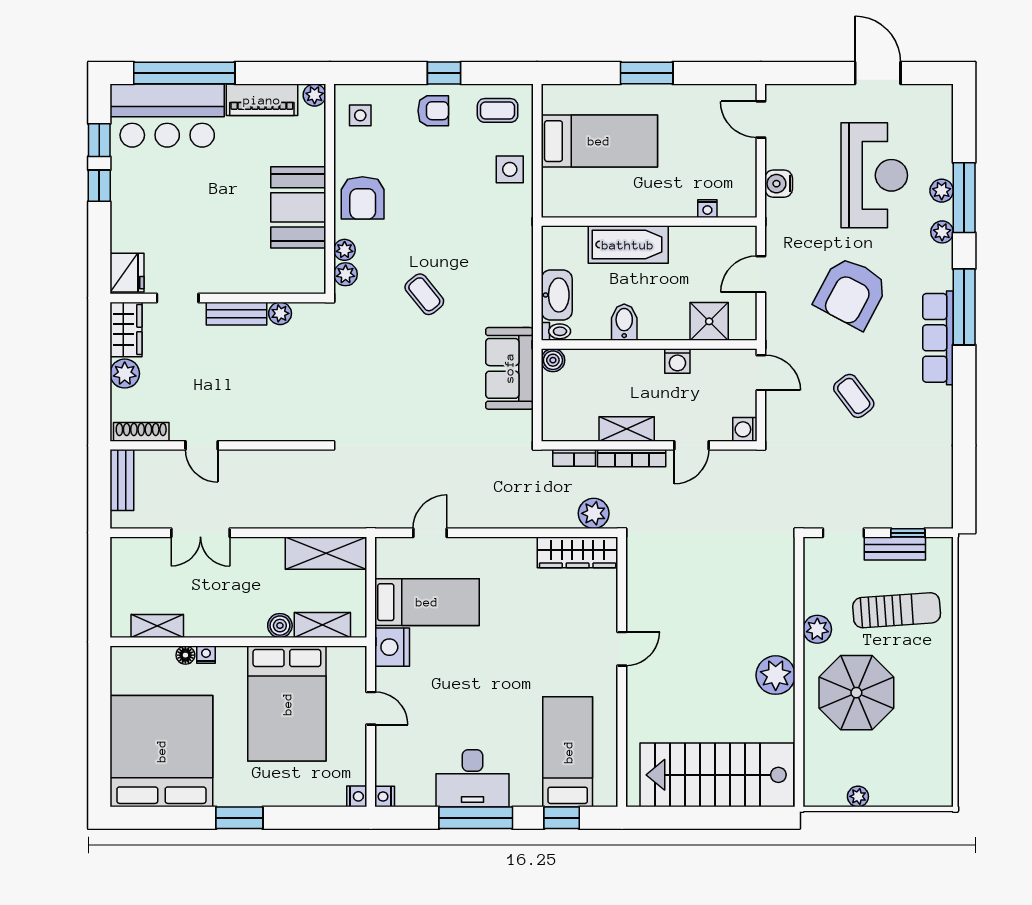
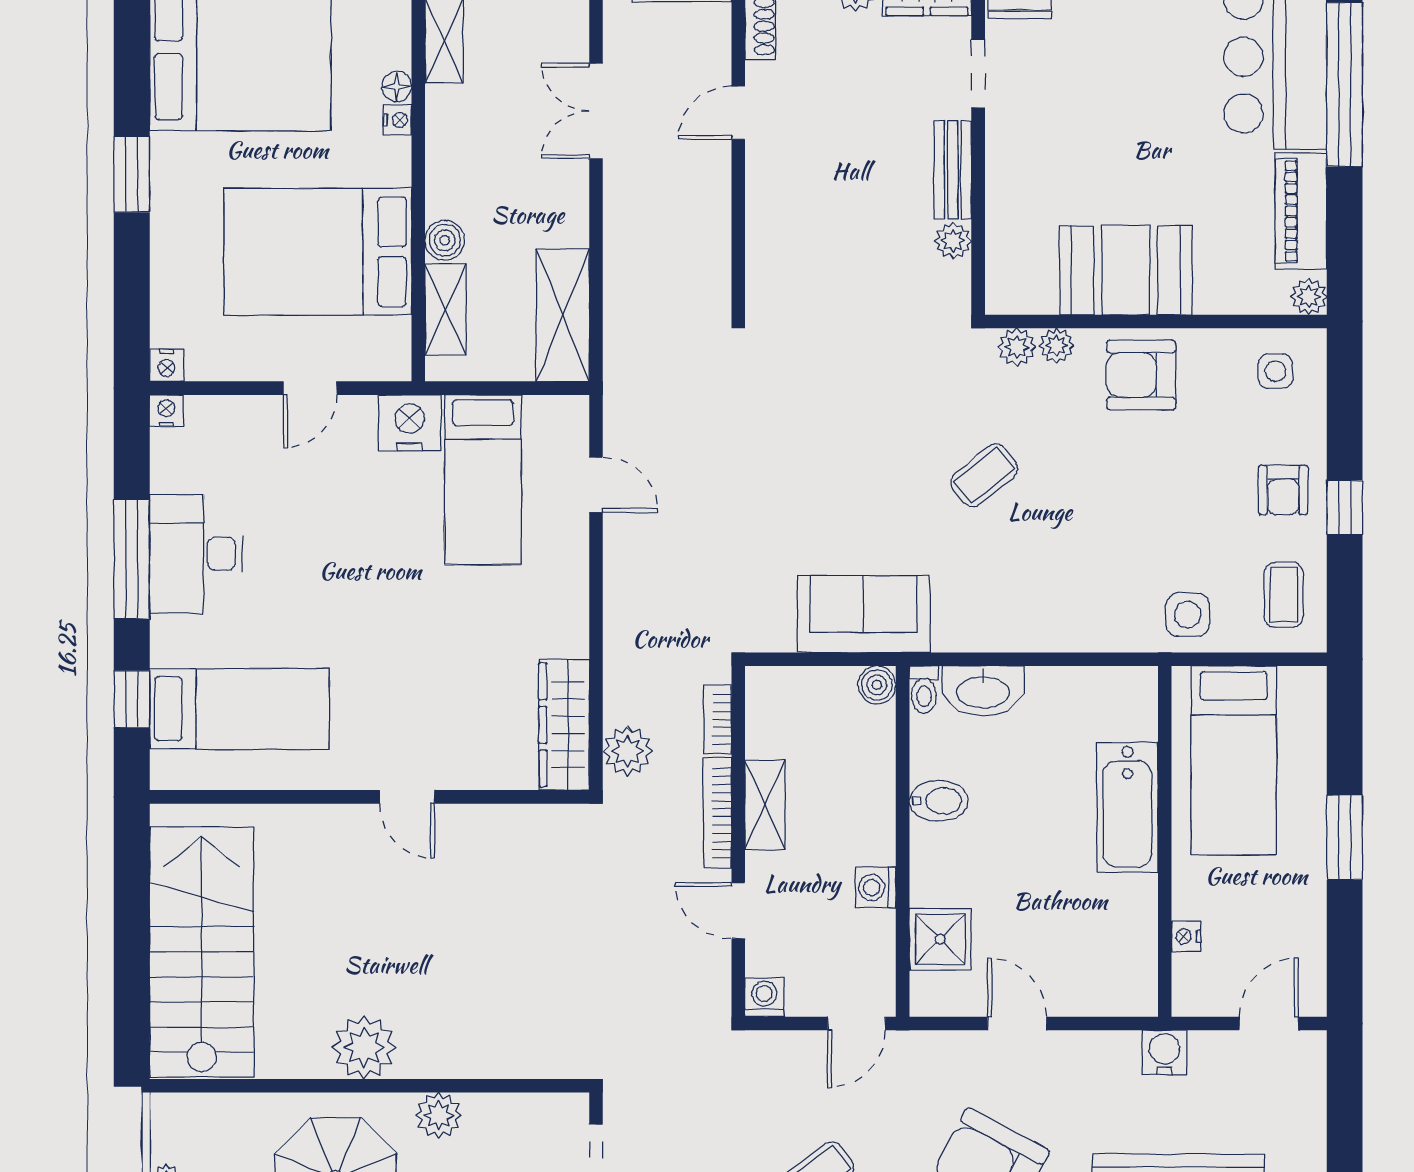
nightstand: (707, 209) -> (1186, 936), moved
wall: (649, 222) -> (1165, 841), moved
bathtub: (628, 245) -> (1127, 807), moved

